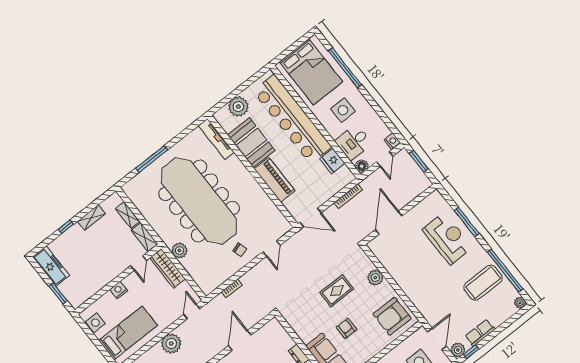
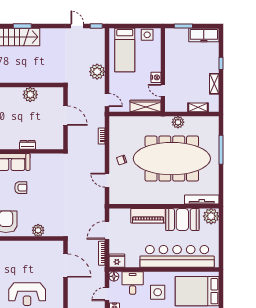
plant: (238, 107) -> (211, 216), moved
door: (385, 159) -> (107, 294), hinge flipped
fridge: (332, 161) -> (117, 261), moved
door: (311, 218) -> (107, 230), moved
shelving: (144, 237) -> (176, 107), removed
plant: (179, 250) -> (178, 122), moved
nightstand: (119, 290) -> (156, 77), moved
rug: (337, 291) -> (49, 200), removed

